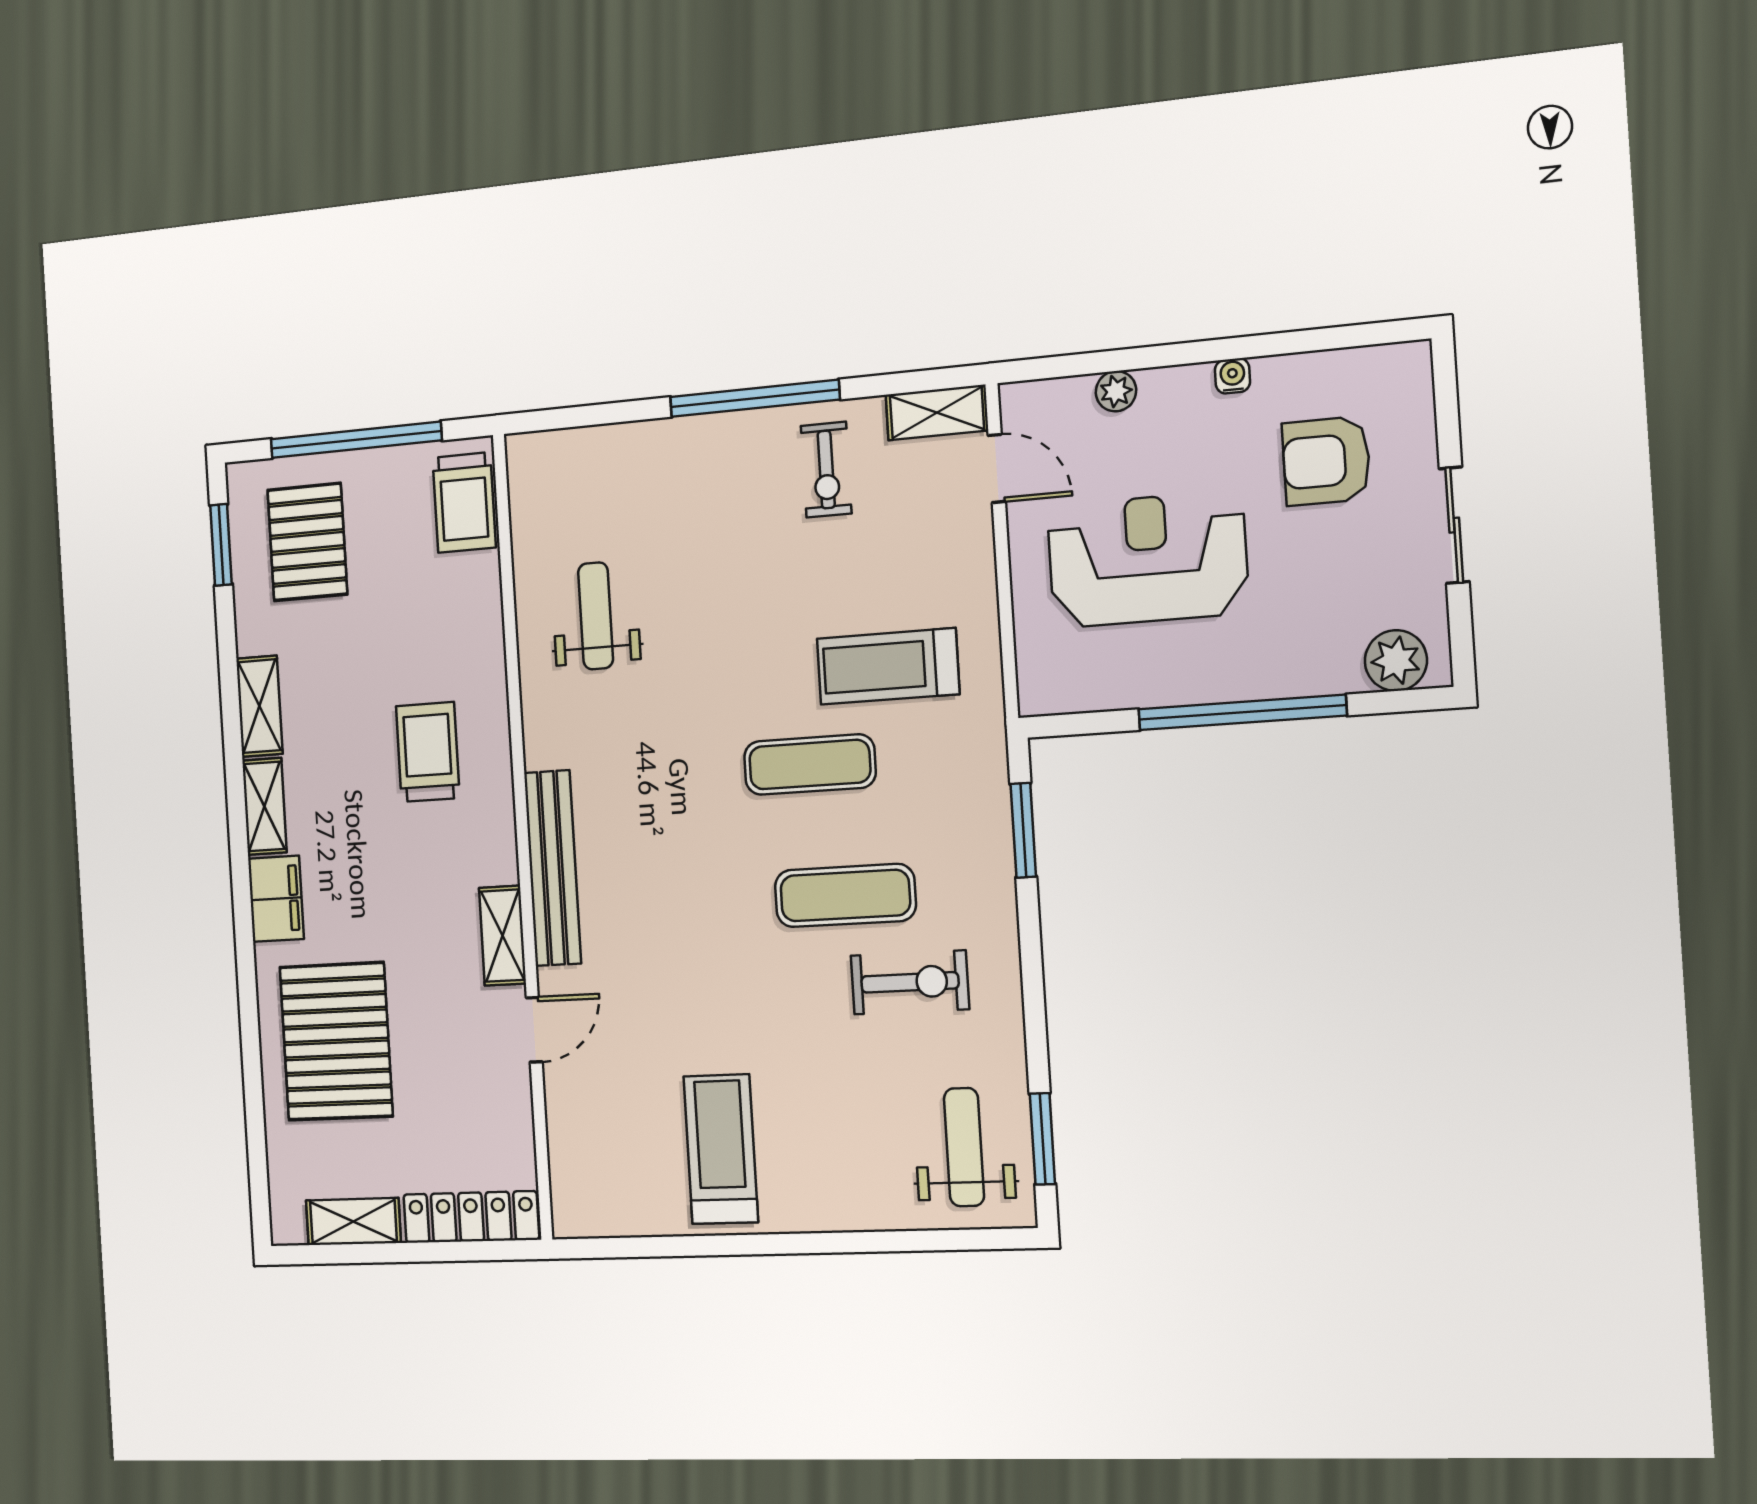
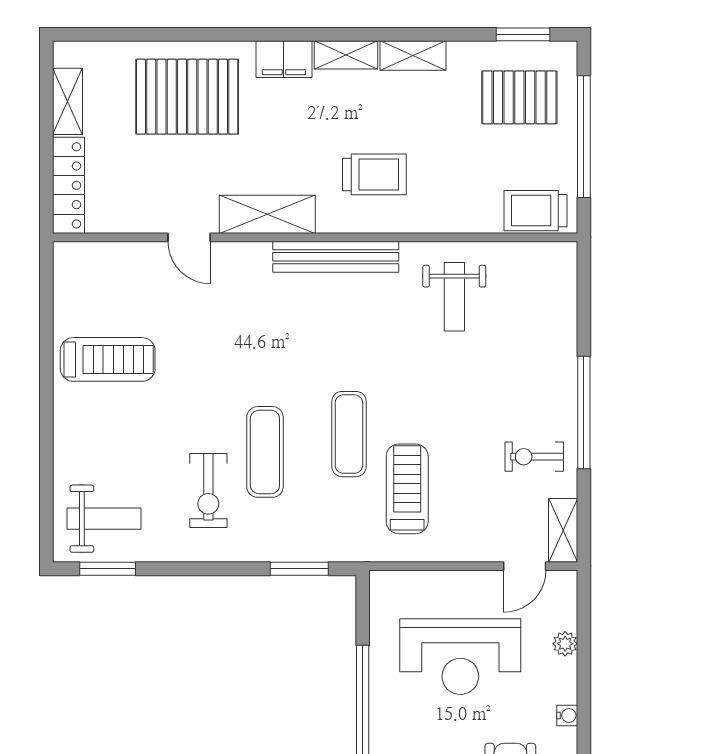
reception desk: (1147, 559) -> (460, 657), turned 90
weight bench: (596, 616) -> (454, 297), turned 90
bench: (553, 868) -> (336, 257), moved
shelving: (502, 936) -> (267, 214), width x1.50, depth x1.33

